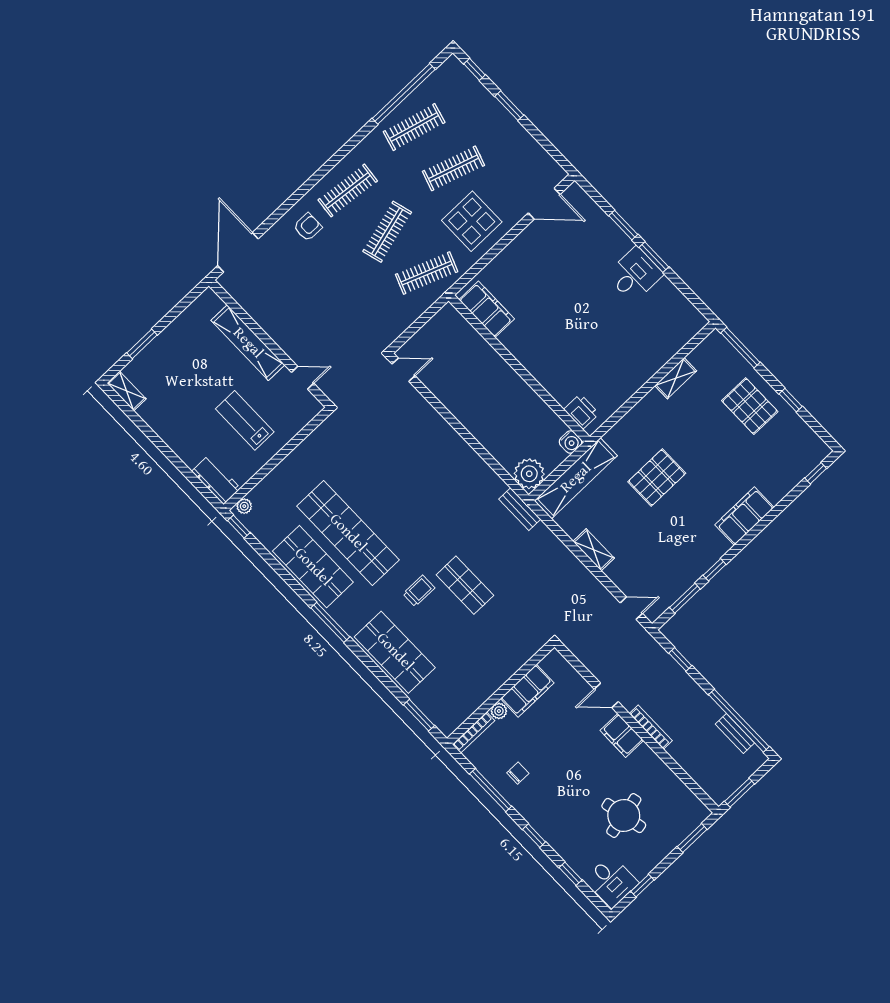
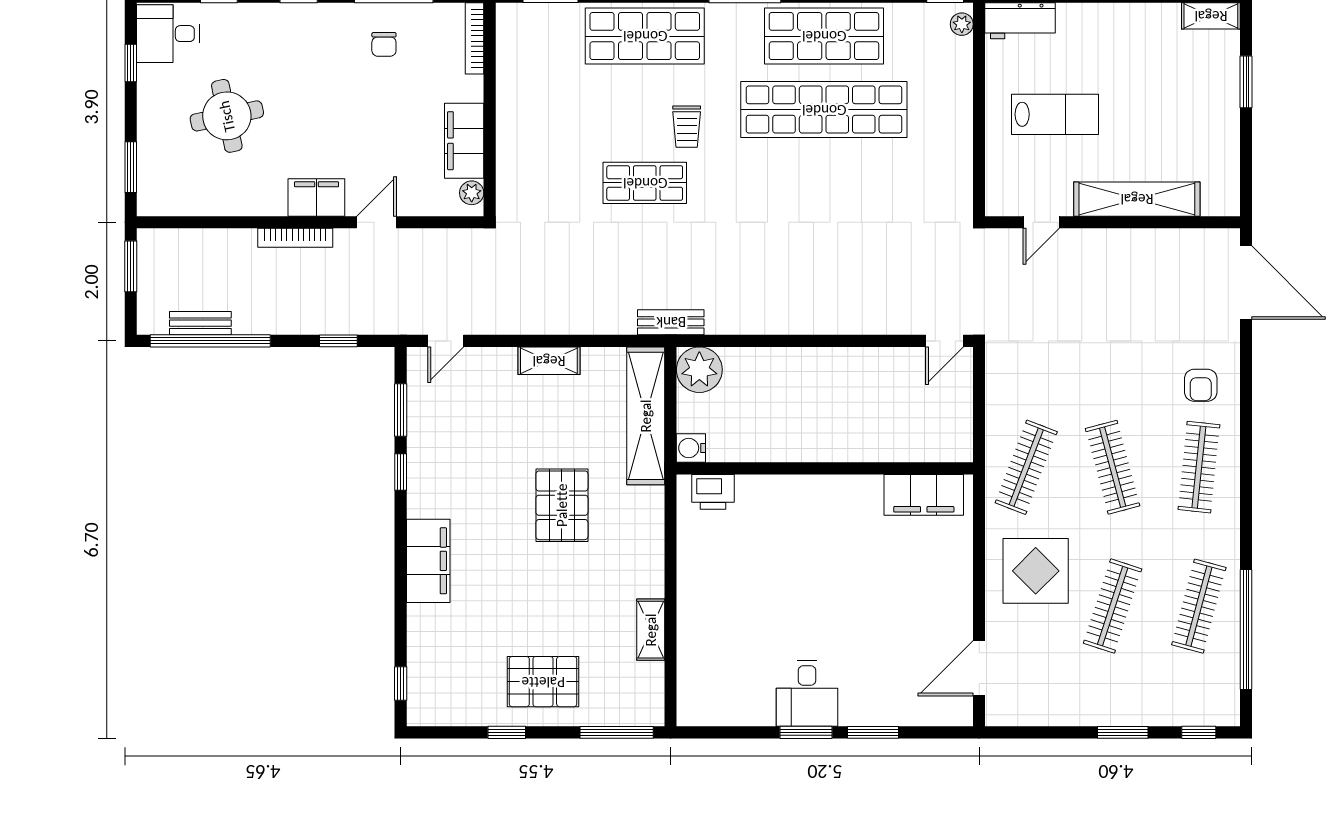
plant: (499, 711) -> (472, 193), moved

